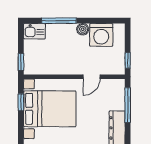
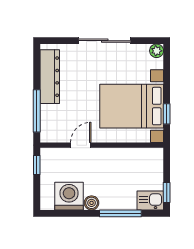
window: (21, 62) -> (167, 193), moved

